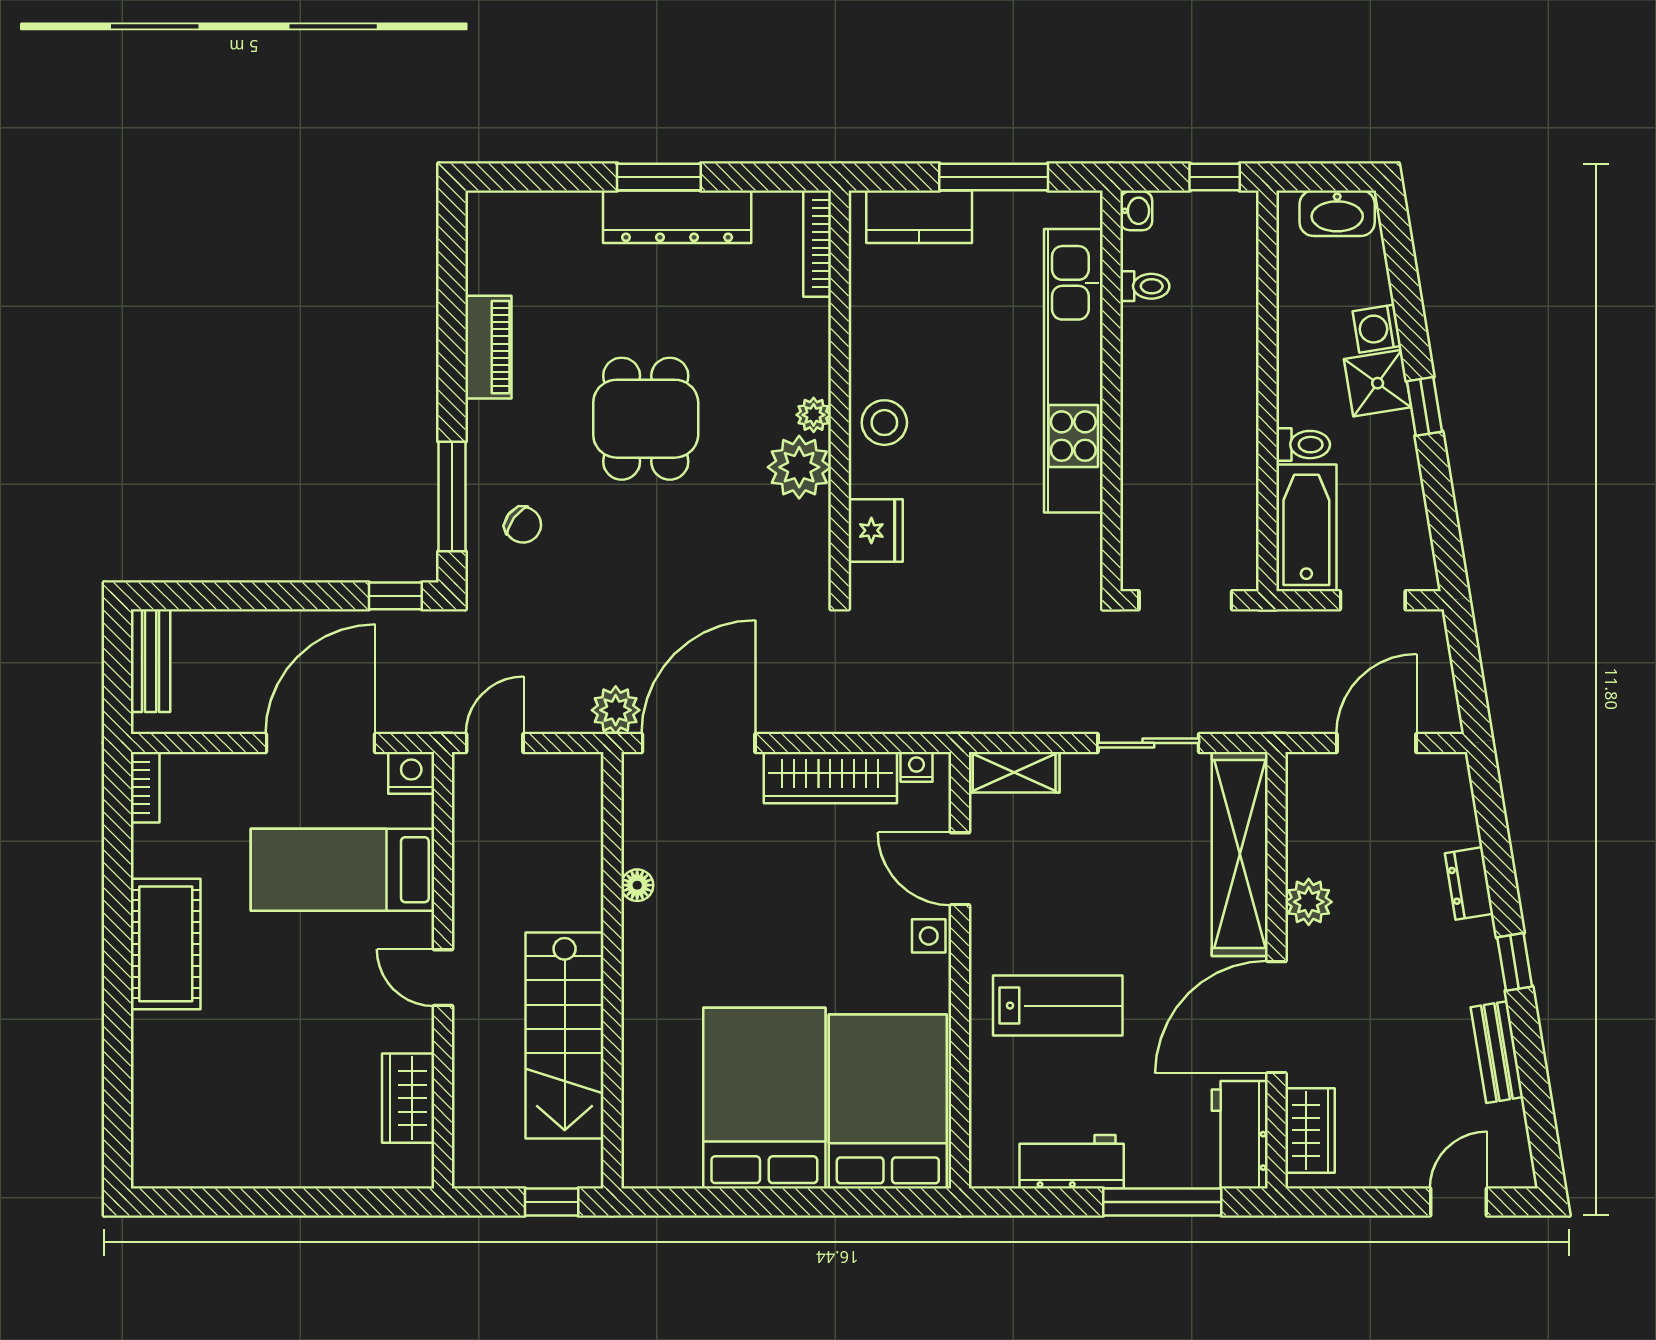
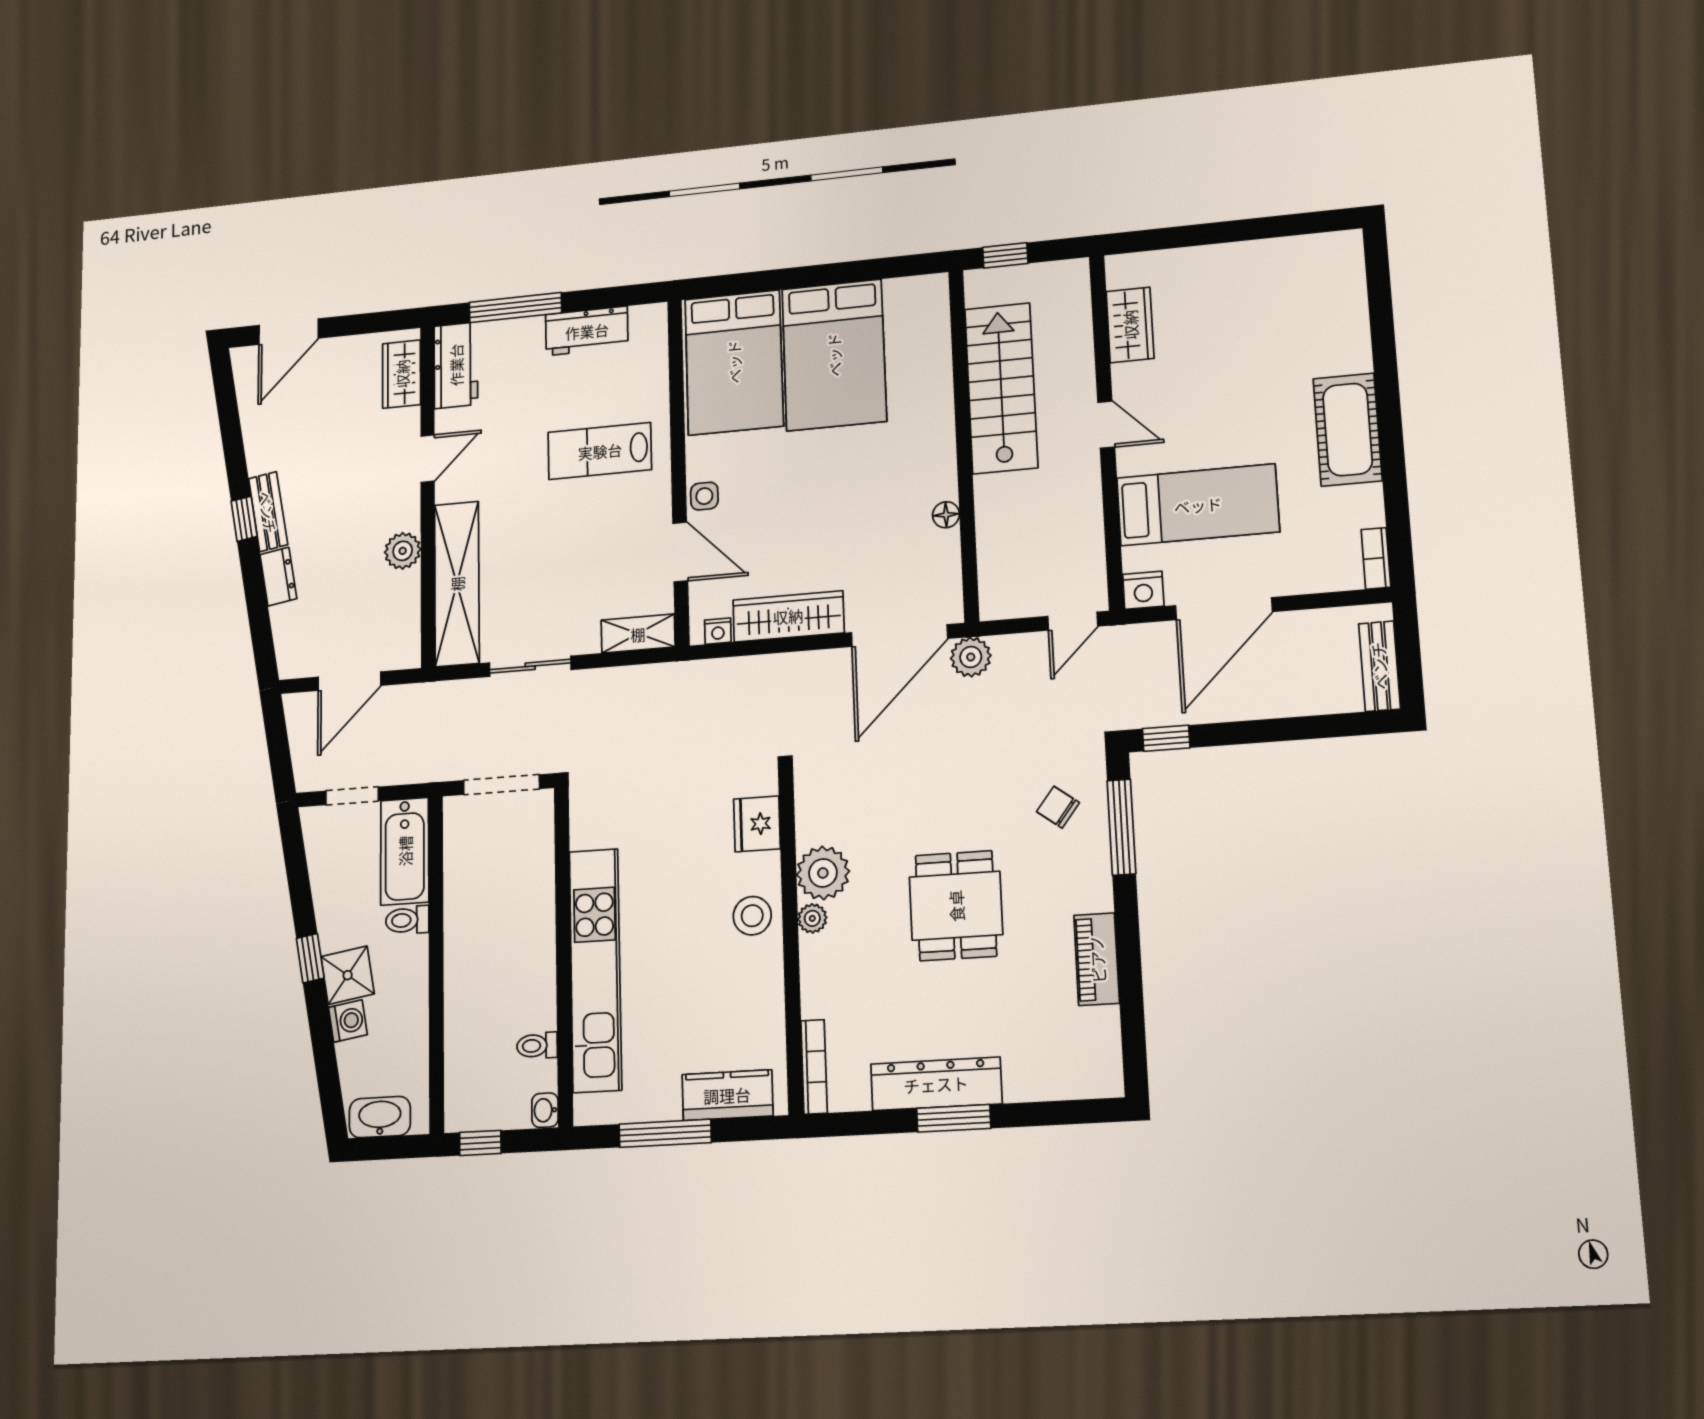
door: (1276, 1017) -> (428, 459), width x0.53
bench: (1497, 1052) -> (268, 512), moved
door: (1458, 1202) -> (289, 332), width x1.38

